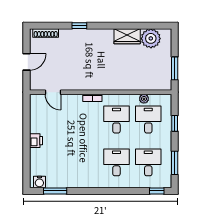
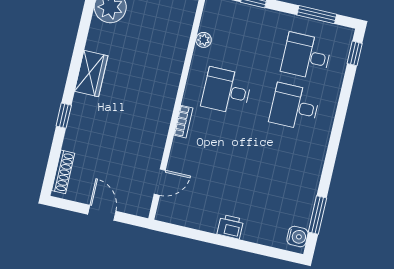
wardrobe: (127, 36) -> (91, 74), moved
desk: (148, 120) -> (238, 41), removed

